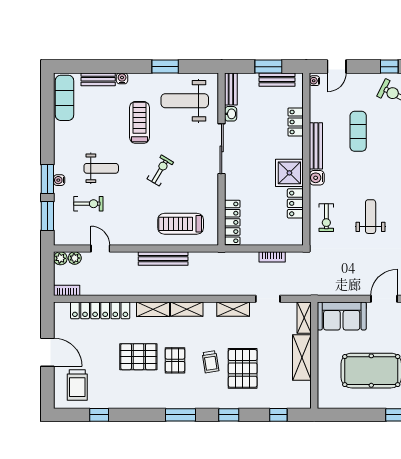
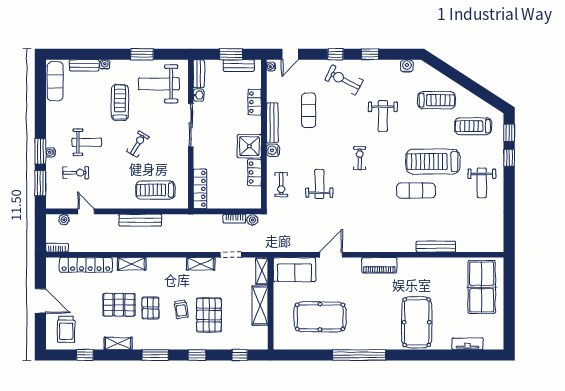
plant: (60, 258) -> (252, 220), moved
shelving: (187, 309) -> (118, 343), moved

